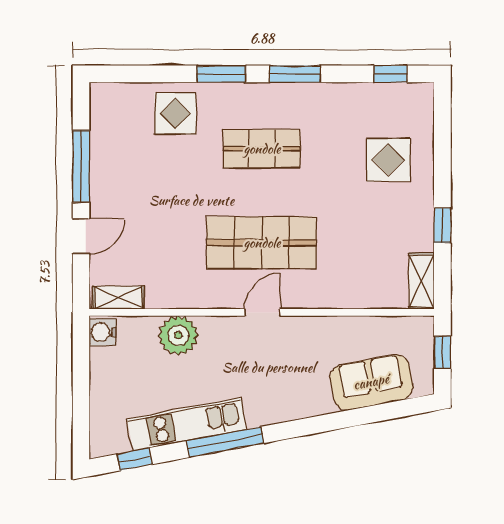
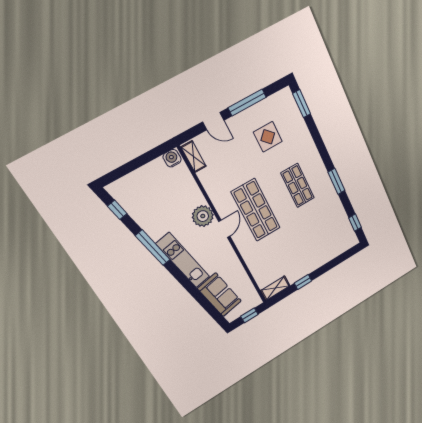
window: (221, 74) -> (302, 104), moved
display table: (175, 114) -> (268, 137), moved
display table: (388, 160) -> (319, 243), removed
door: (262, 312) -> (224, 229), hinge flipped
plant: (178, 335) -> (203, 216), moved
kitchen unit: (187, 424) -> (183, 260), moved

